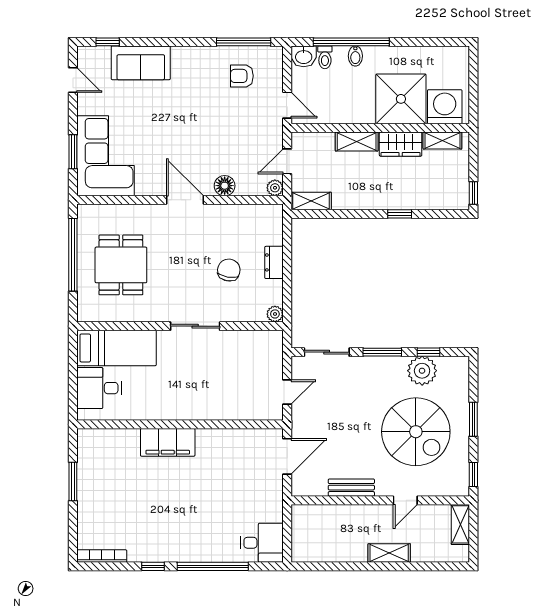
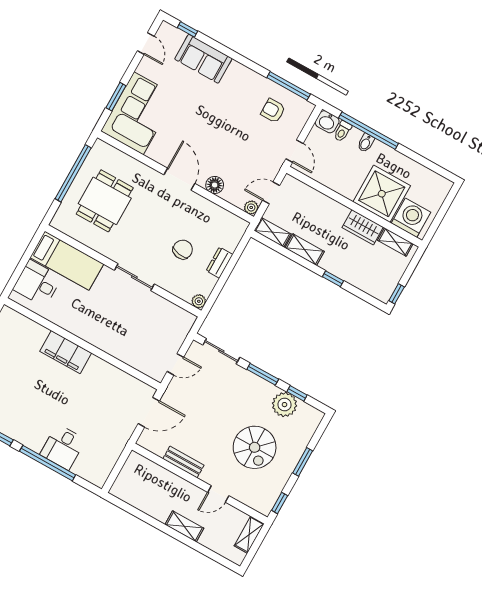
shelving: (357, 141) -> (305, 250), moved
spiral stairs: (416, 432) -> (255, 447), width x0.73, depth x0.73
desk: (262, 543) -> (63, 447), moved, turned 90

